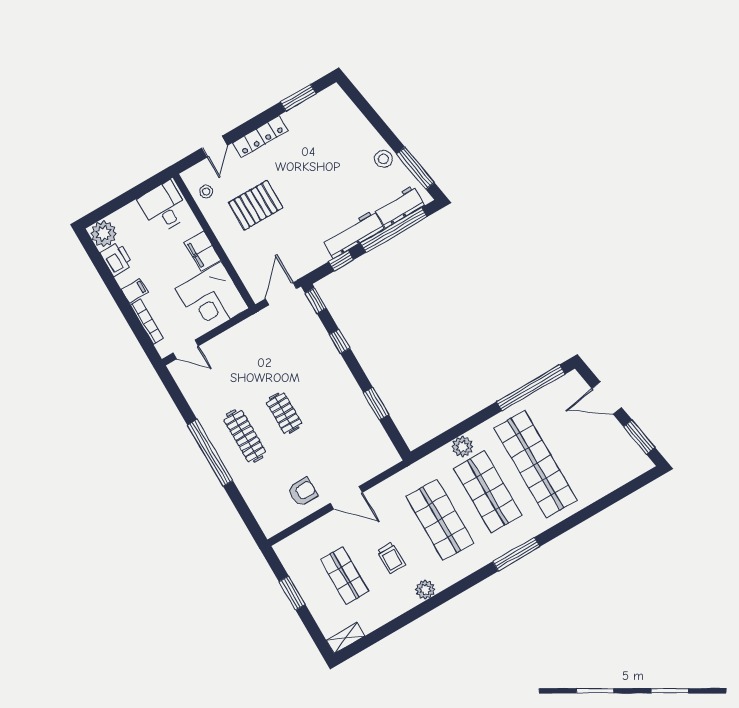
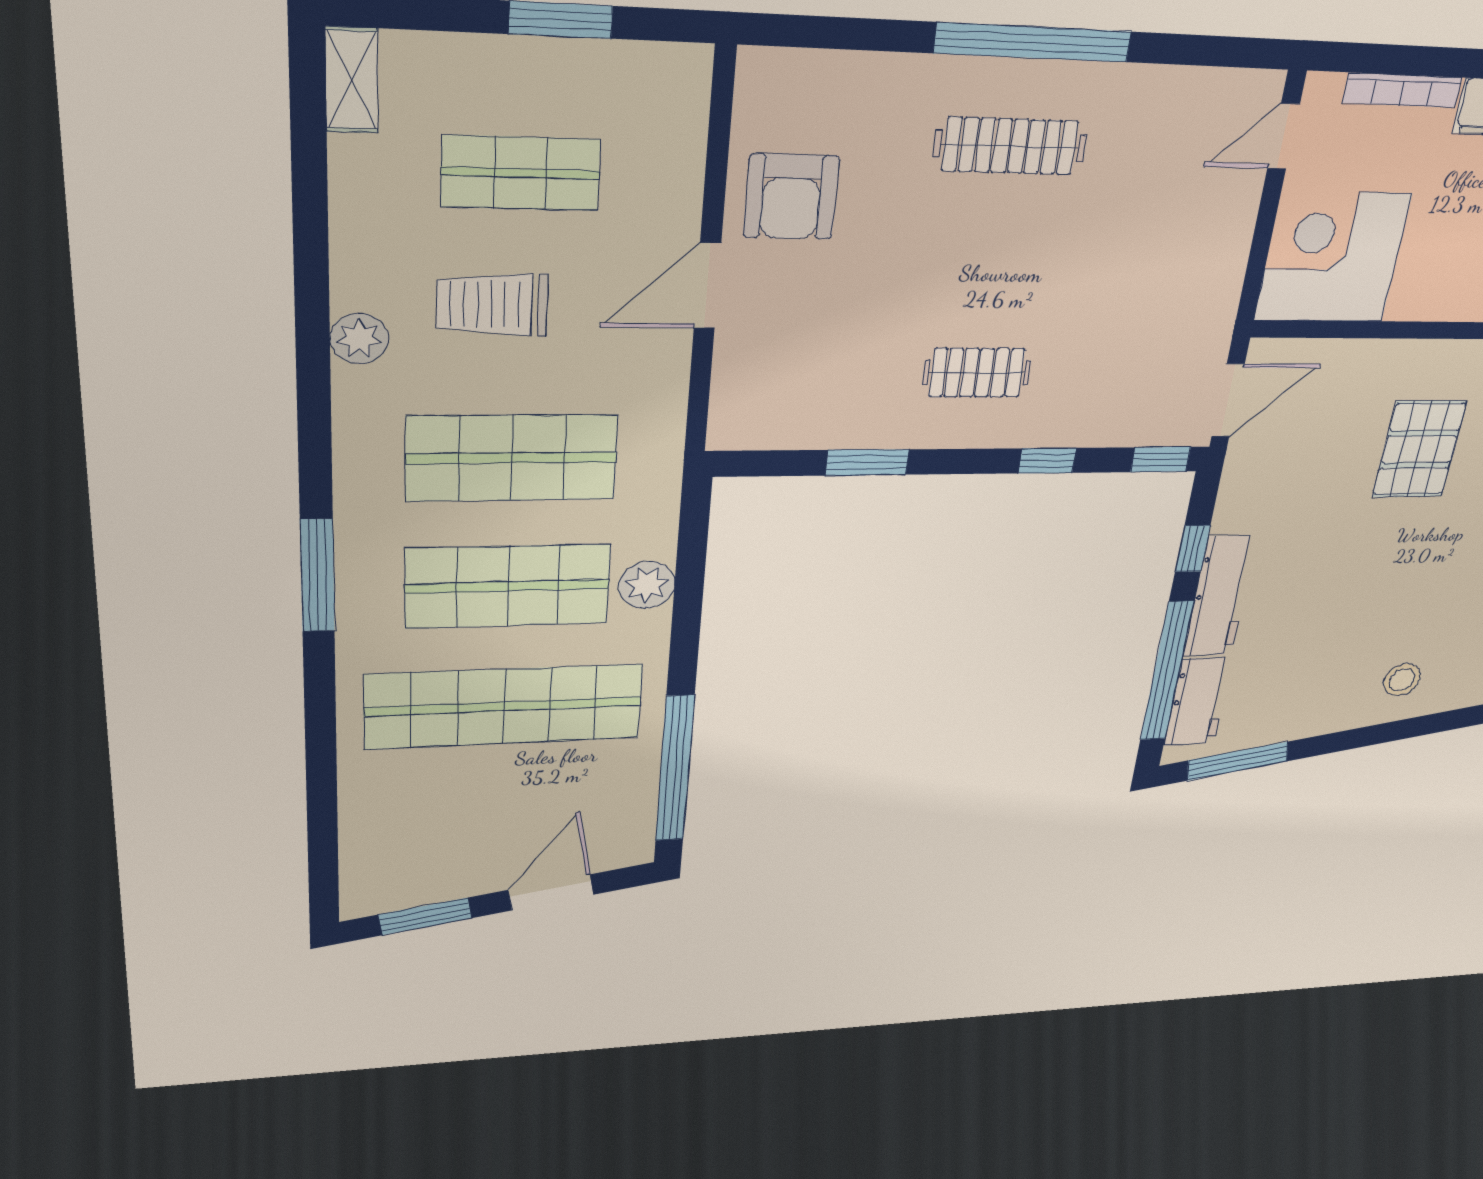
stool: (383, 159) -> (1402, 680), moved
filing cabinet: (202, 251) -> (1430, 296), removed
door: (281, 294) -> (1228, 400), hinge flipped
clothes rail: (284, 413) -> (977, 373), moved
armchair: (303, 492) -> (791, 197), width x1.38, depth x1.38
trolley: (391, 558) -> (492, 305), width x1.36, depth x1.39

